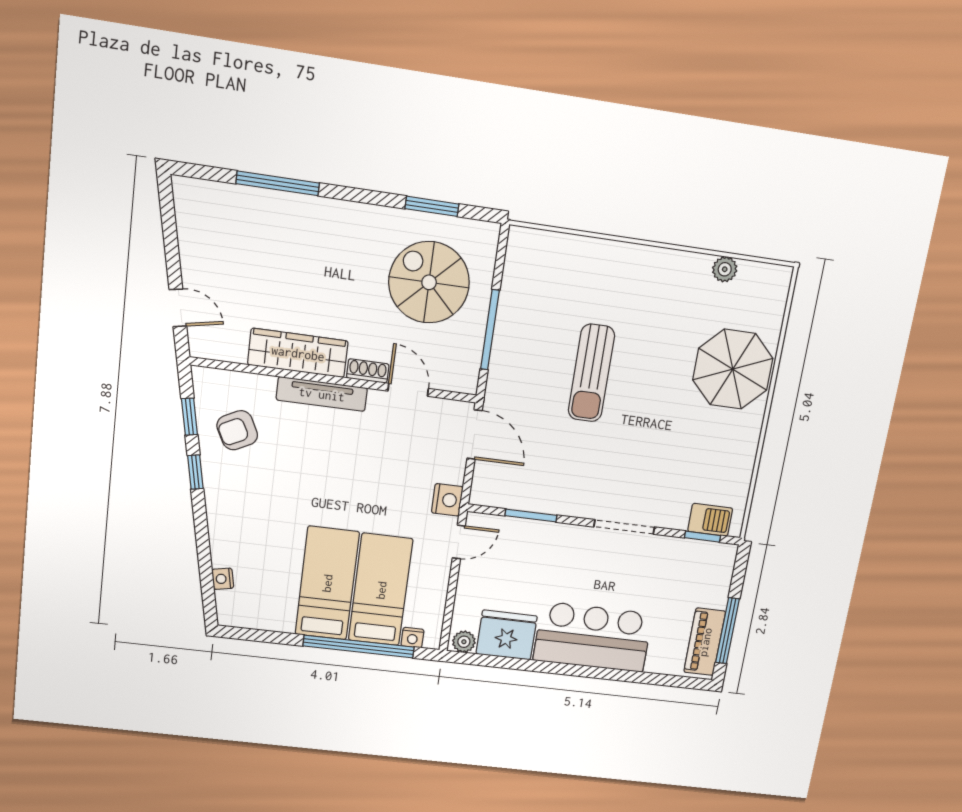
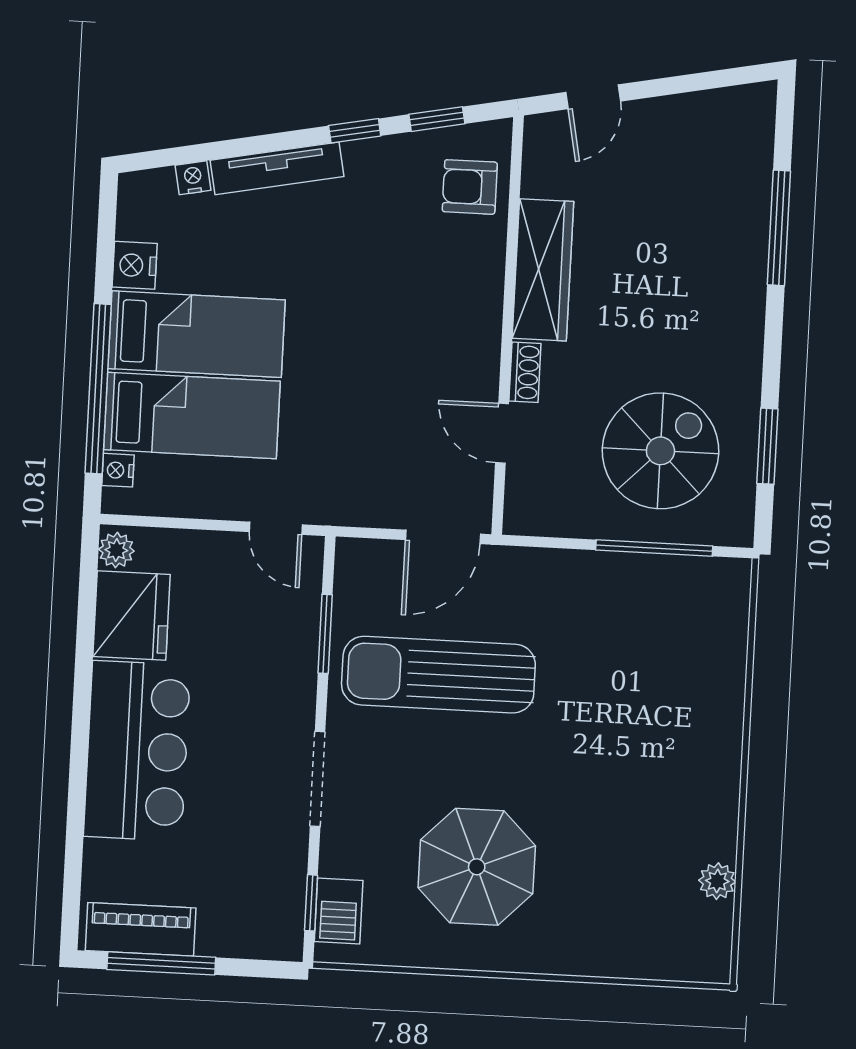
window: (490, 330) -> (654, 548), moved
parasol: (733, 369) -> (477, 867), moved
sun lounger: (591, 373) -> (438, 675), moved, width x1.36, depth x1.34
door: (408, 390) -> (502, 433), swing flipped
tv unit: (322, 394) -> (277, 168), moved, turned -101
armchair: (237, 430) -> (470, 187), moved, turned -63
nightstand: (447, 500) -> (135, 265), moved, turned 90

